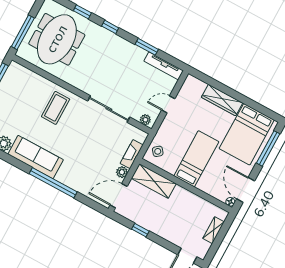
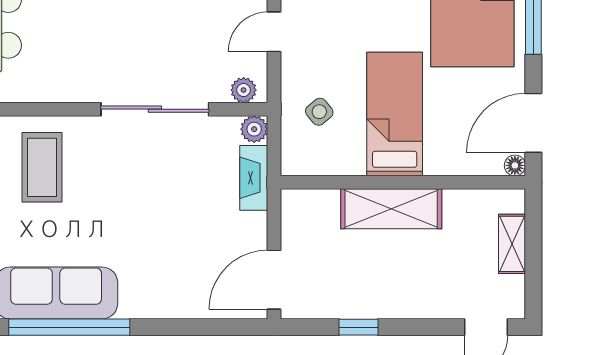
side table: (158, 151) -> (319, 112), moved
plant: (122, 172) -> (254, 129), moved
shelving: (154, 181) -> (391, 209), moved
window: (53, 183) -> (69, 327), moved
door: (246, 190) -> (533, 123), hinge flipped

